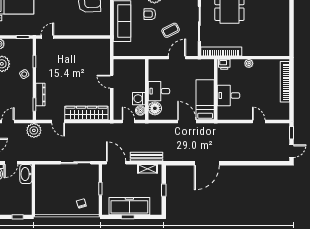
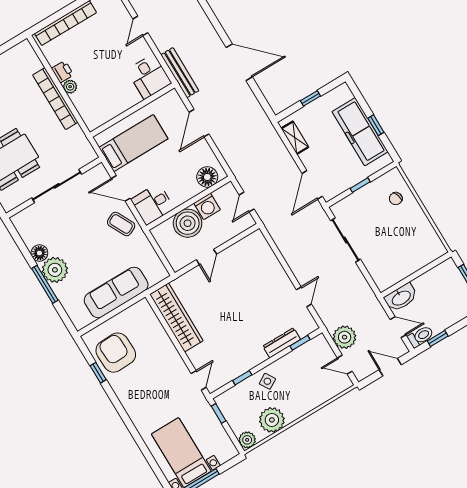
armchair: (150, 14) -> (84, 261), removed
coffee table: (171, 30) -> (121, 224), moved
door: (47, 37) -> (199, 380), swing flipped
bookcase: (221, 51) -> (55, 99), moved
printer: (224, 64) -> (63, 72), moved
desk: (159, 91) -> (153, 204), moved, turned 90
desk: (228, 96) -> (149, 76), moved
bed: (205, 100) -> (134, 143), moved, turned 180
boiler: (140, 110) -> (188, 223), moved, width x1.86, depth x1.86
wardrobe: (86, 113) -> (176, 317), moved, turned 180
plant: (34, 130) -> (345, 337), moved
bench: (146, 157) -> (180, 73), moved

